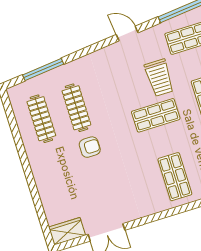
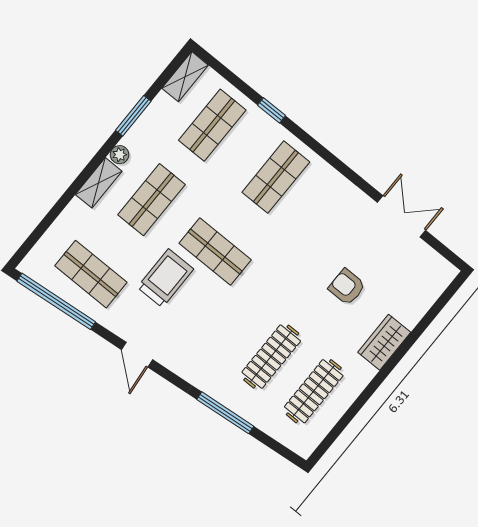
window: (43, 69) -> (225, 413), moved
armchair: (90, 147) -> (347, 287), moved
wardrobe: (67, 231) -> (384, 342), moved, turned 90

